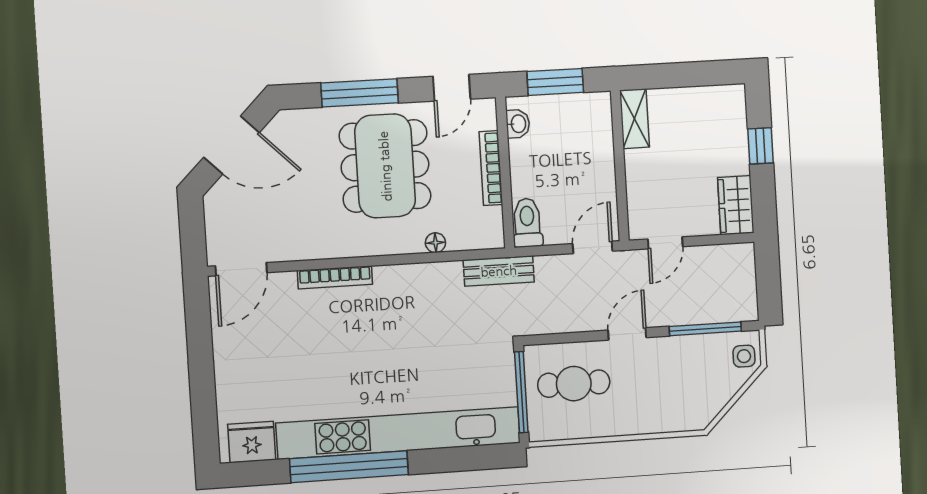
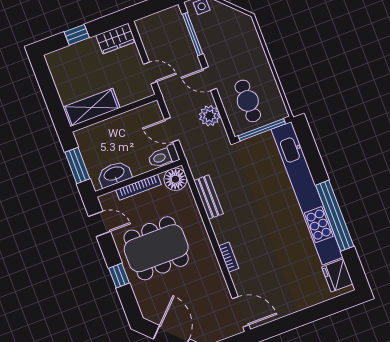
window: (360, 93) -> (119, 276), width x0.46
shelving: (635, 119) -> (91, 107), width x1.50, depth x1.33
washbasin: (518, 124) -> (114, 174), width x1.91, depth x1.45
floor lamp: (435, 243) -> (175, 179), moved, width x1.89, depth x1.89
door: (593, 247) -> (172, 130), moved
bench: (499, 271) -> (208, 197), moved
bookcase: (335, 277) -> (229, 257), width x0.64
plant: (569, 316) -> (210, 116), added

